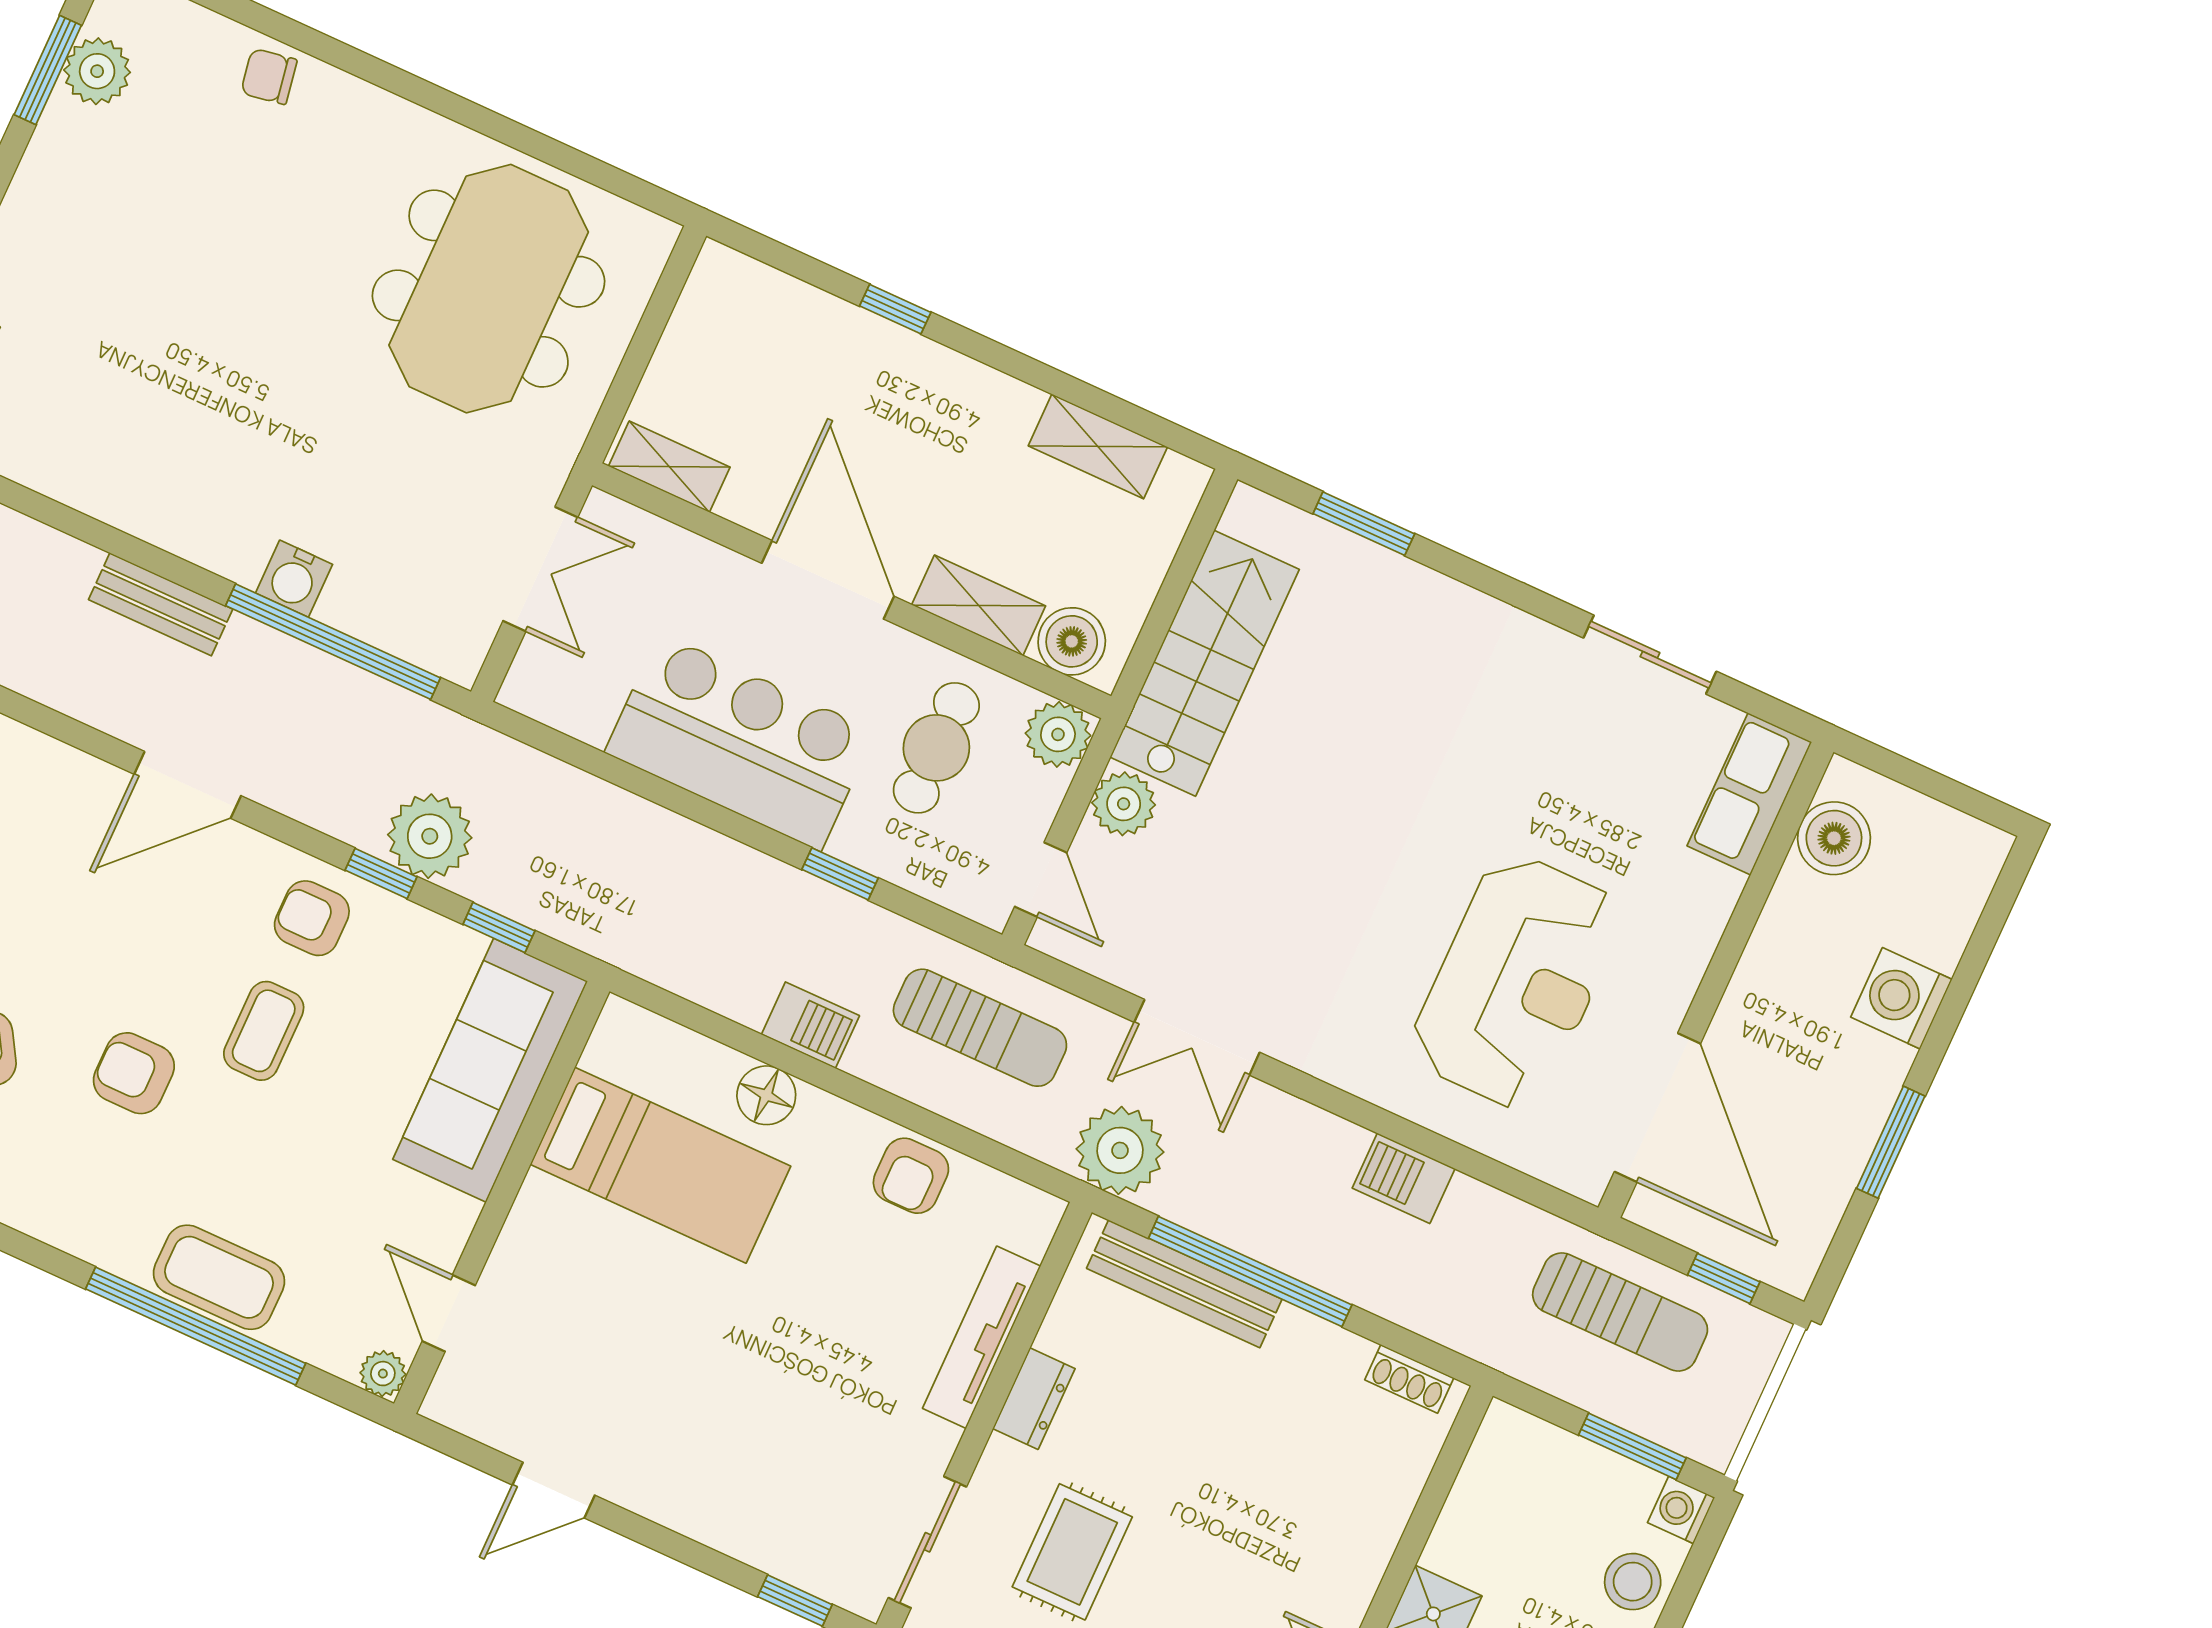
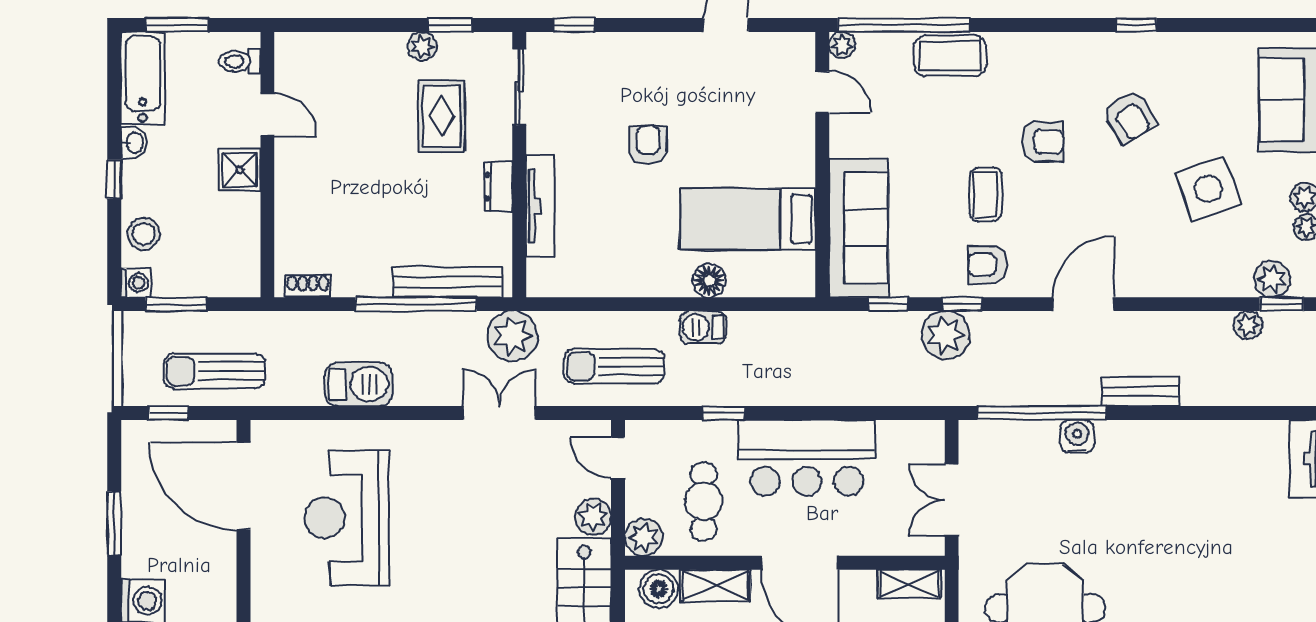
armchair: (312, 918) -> (987, 264), turned 180
armchair: (911, 1176) -> (648, 145), moved
barbecue: (1404, 1178) -> (359, 384), width x1.38, depth x1.27
window: (196, 1326) -> (904, 25), moved

